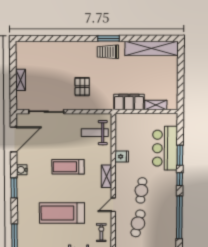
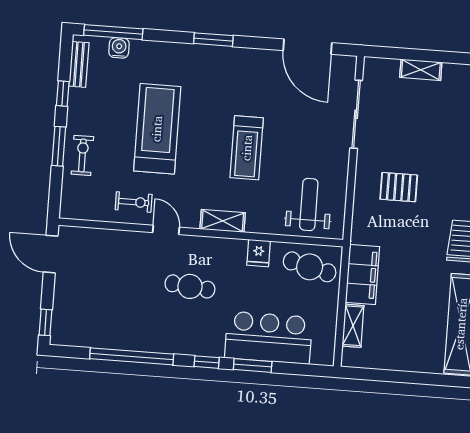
treadmill: (68, 167) -> (247, 148), turned 180
water cooler: (22, 170) -> (119, 48), moved
cafe table: (138, 223) -> (310, 267), moved
exercise bike: (101, 233) -> (134, 202), moved

